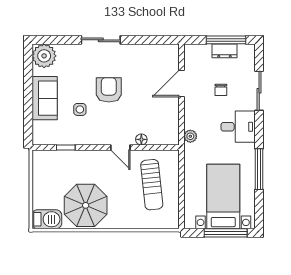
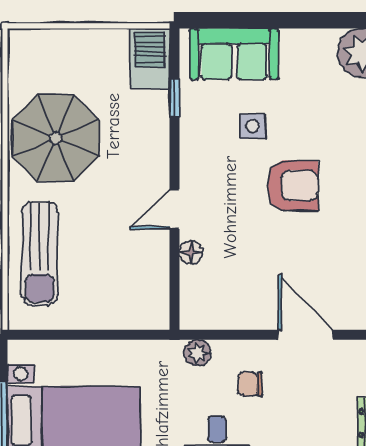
chair: (221, 90) -> (250, 384), moved
sofa: (45, 98) -> (234, 54), moved
sun lounger: (152, 185) -> (40, 254), moved, turned -84
barbecue: (47, 219) -> (150, 59), moved, turned 180

